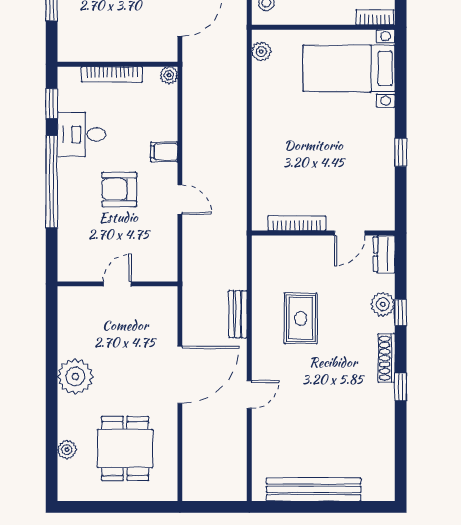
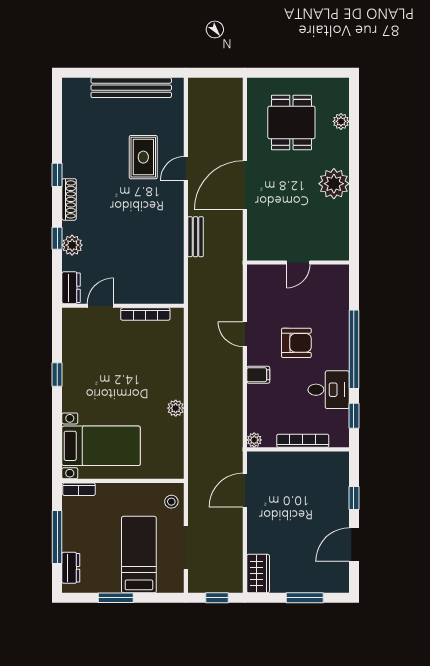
plant: (261, 52) -> (176, 408), moved
rug: (301, 318) -> (143, 157), moved

